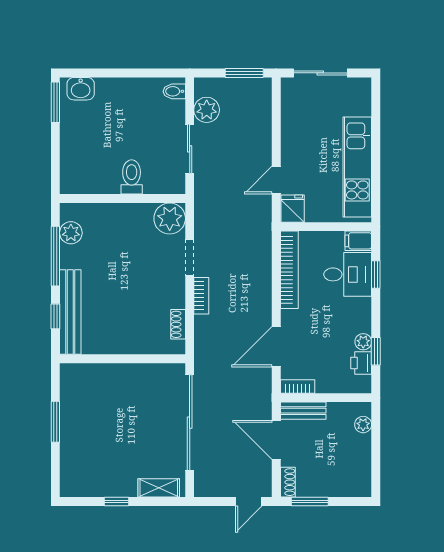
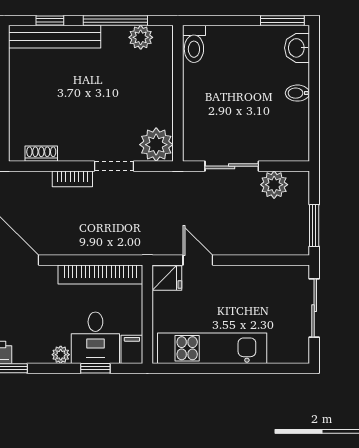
bidet: (174, 91) -> (297, 93), moved, turned -90
toilet: (132, 177) -> (194, 44), moved, turned 90
plant: (363, 342) -> (61, 355), moved

